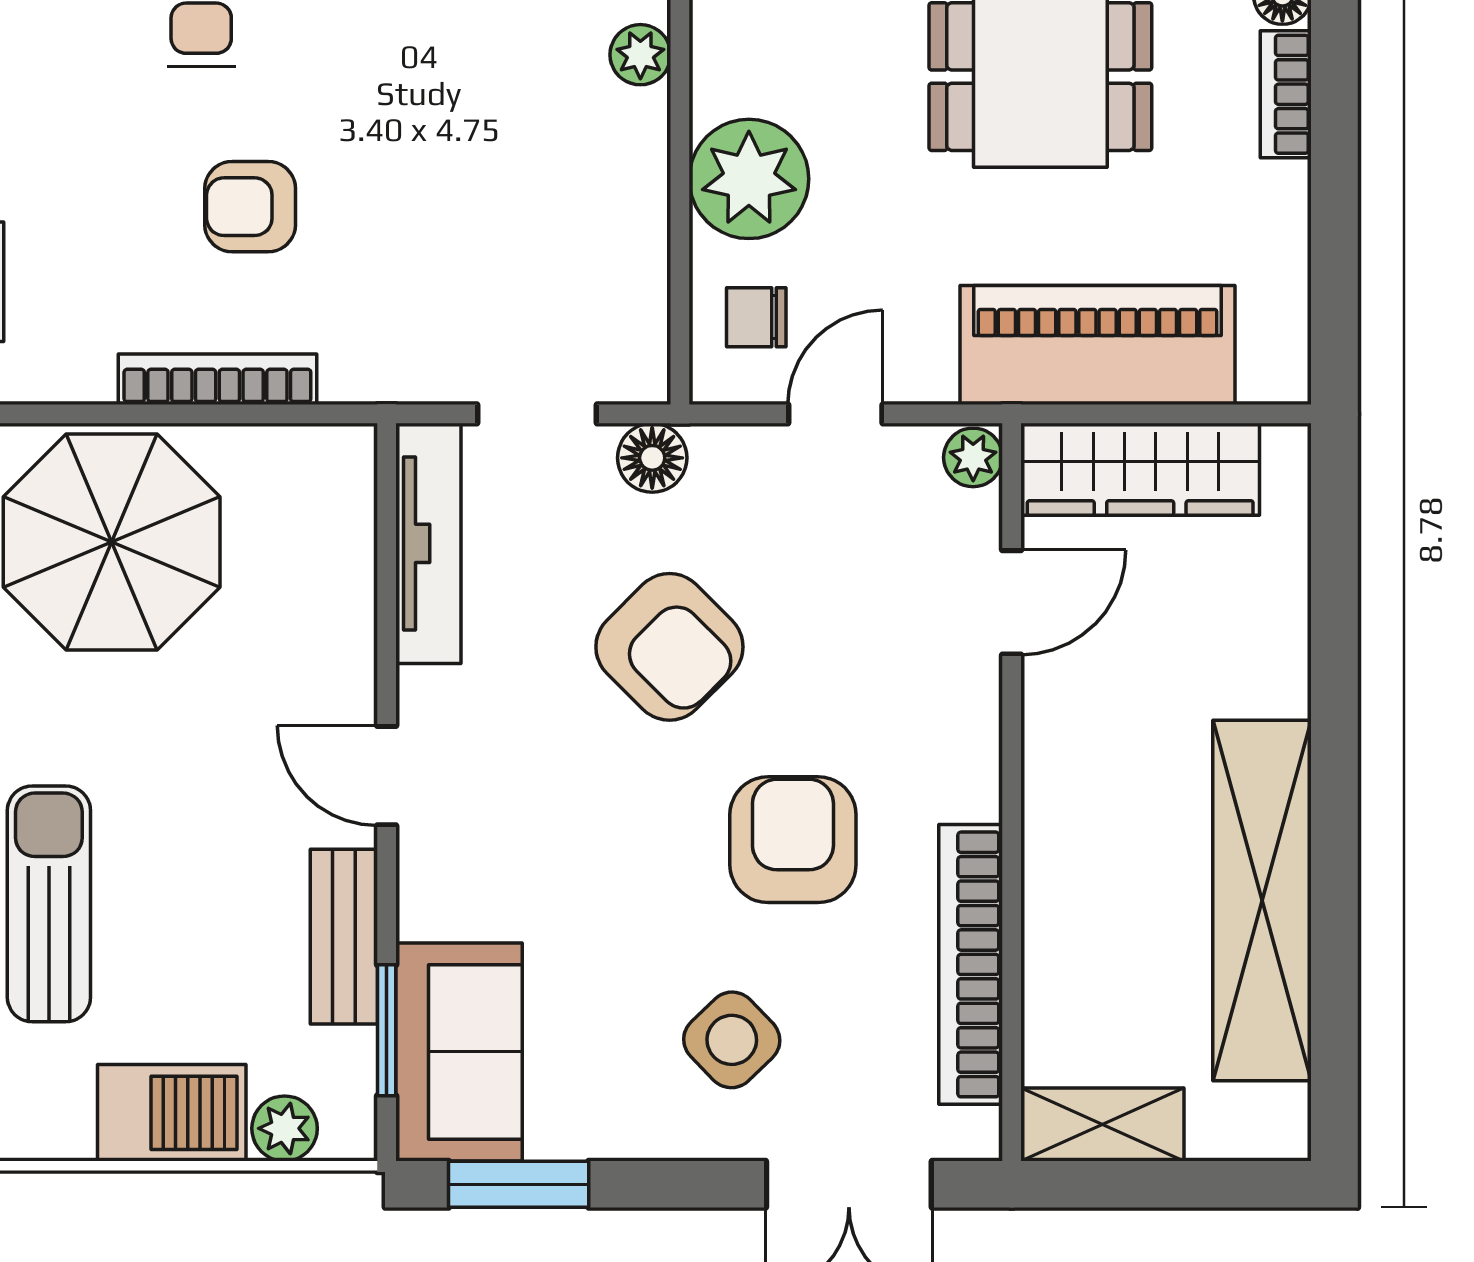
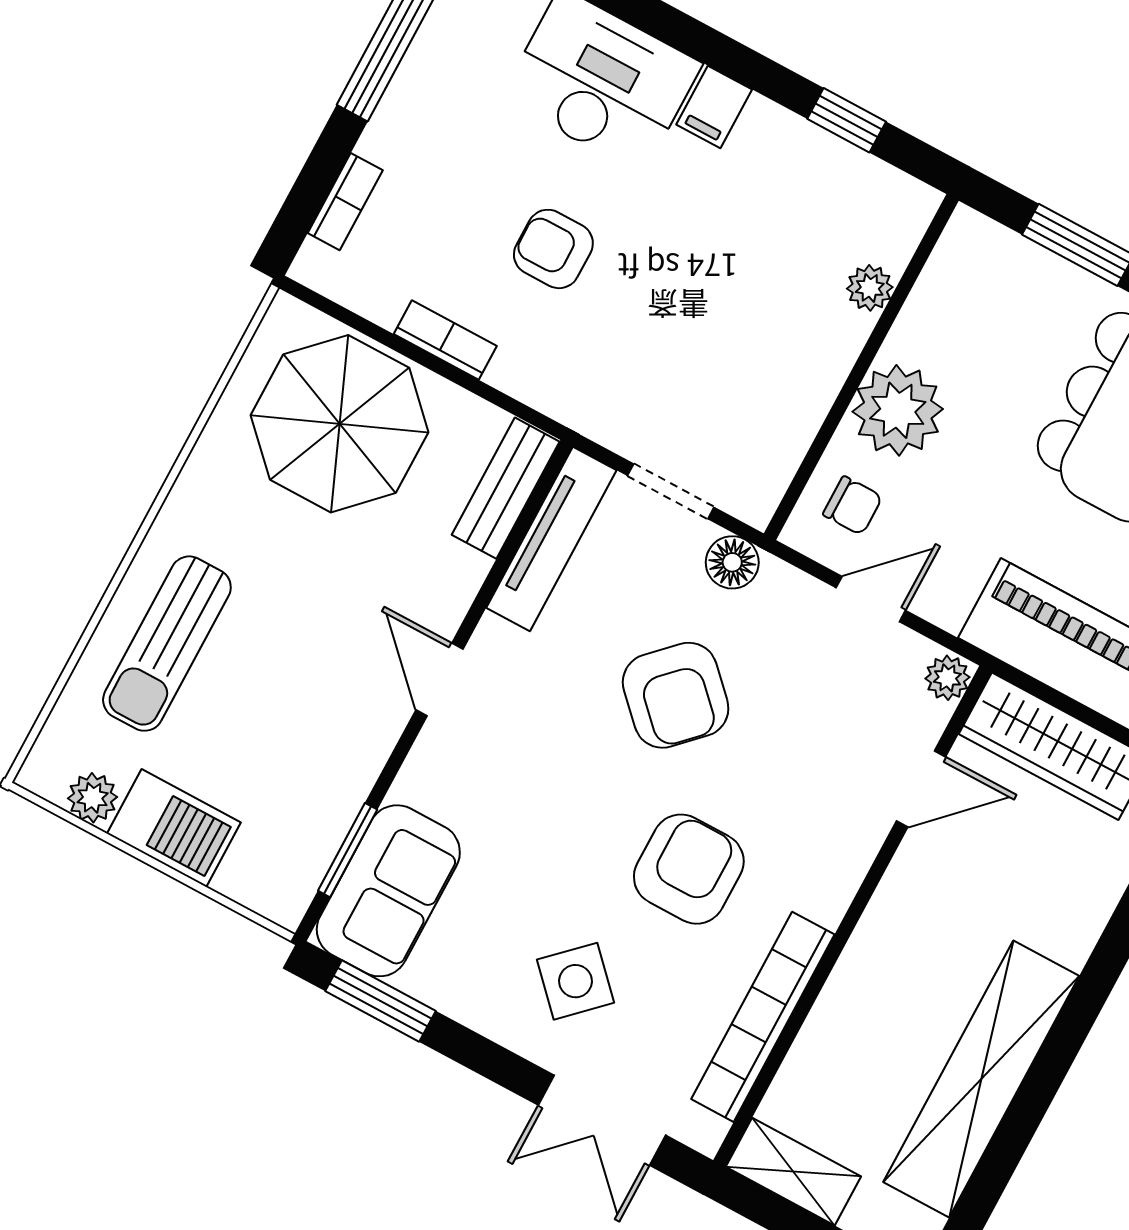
chair: (756, 317) -> (853, 506), turned 180
bookcase: (217, 379) -> (445, 340), width x0.64
sun lounger: (49, 904) -> (167, 644), turned 180
bench: (344, 937) -> (506, 488), moved
plant: (285, 1128) -> (93, 798), moved

